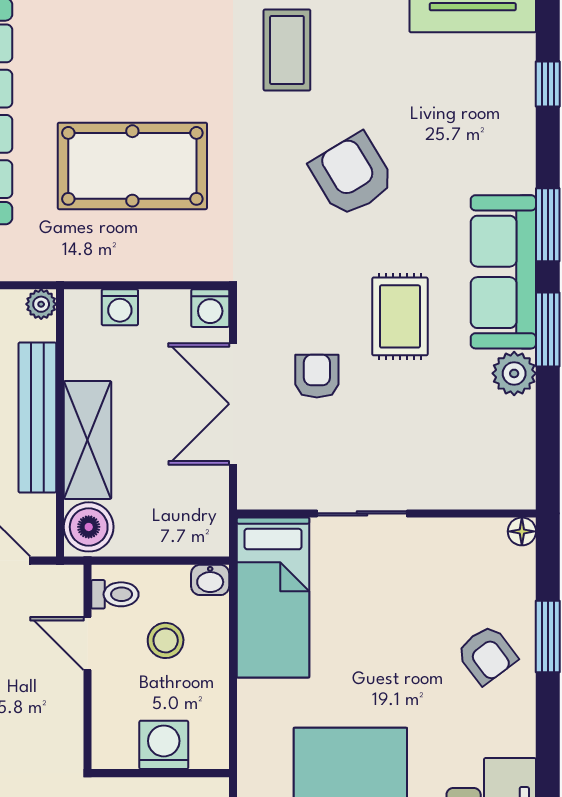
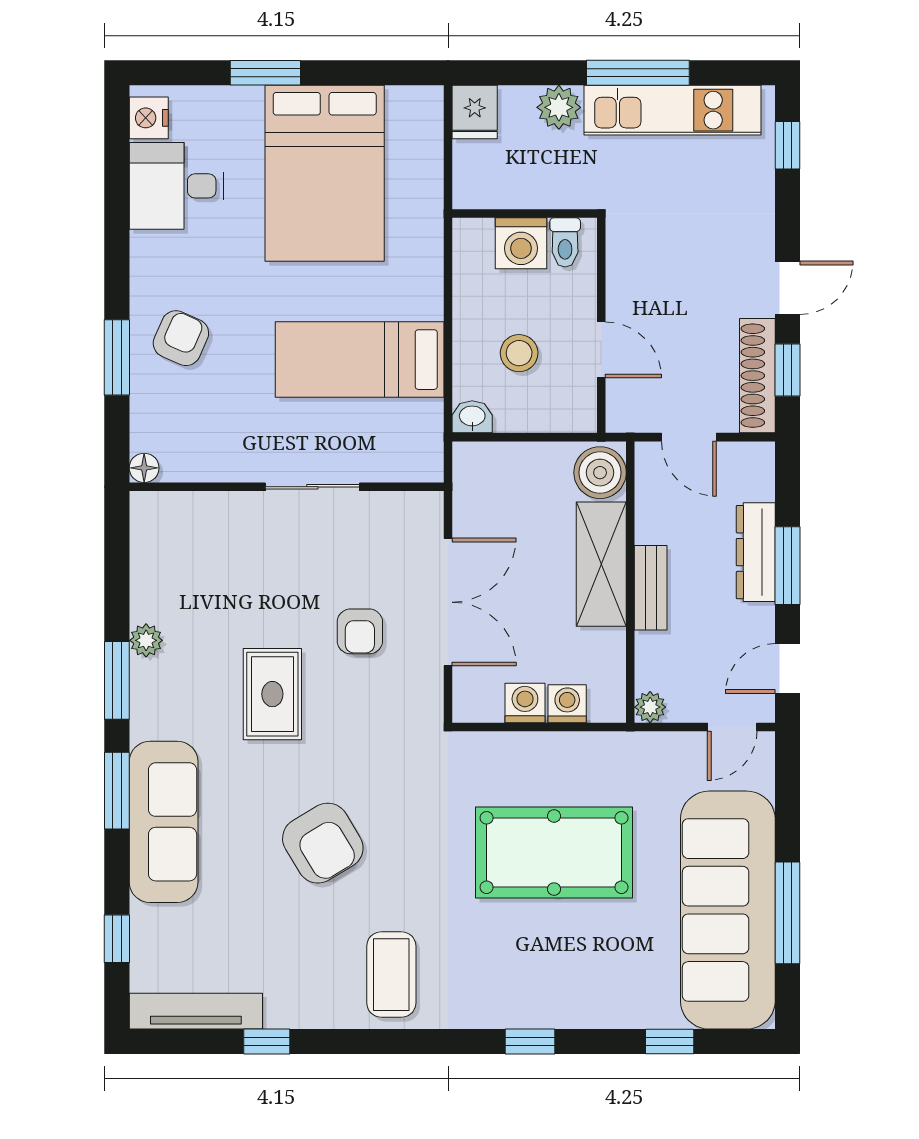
sofa: (503, 272) -> (164, 822), moved
washing machine: (210, 308) -> (525, 703), moved
plant: (514, 373) -> (146, 640), width x0.73, depth x0.73
bench: (37, 418) -> (651, 588), width x0.54, depth x0.82
toilet: (115, 594) -> (565, 242), moved, turned -90
bed: (273, 597) -> (360, 360), moved, turned -90
armchair: (487, 655) -> (181, 338), turned 61

